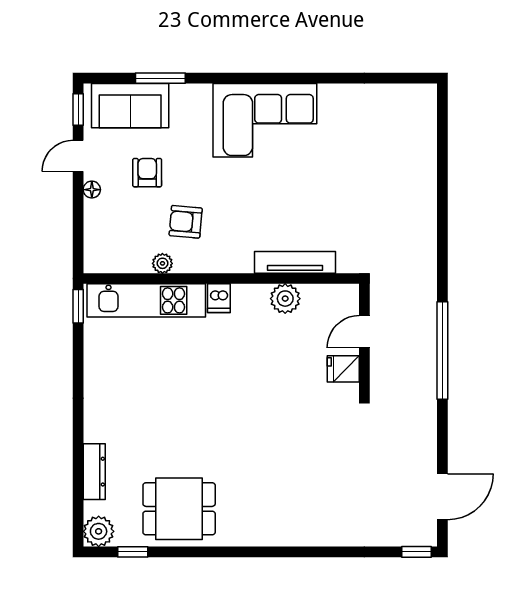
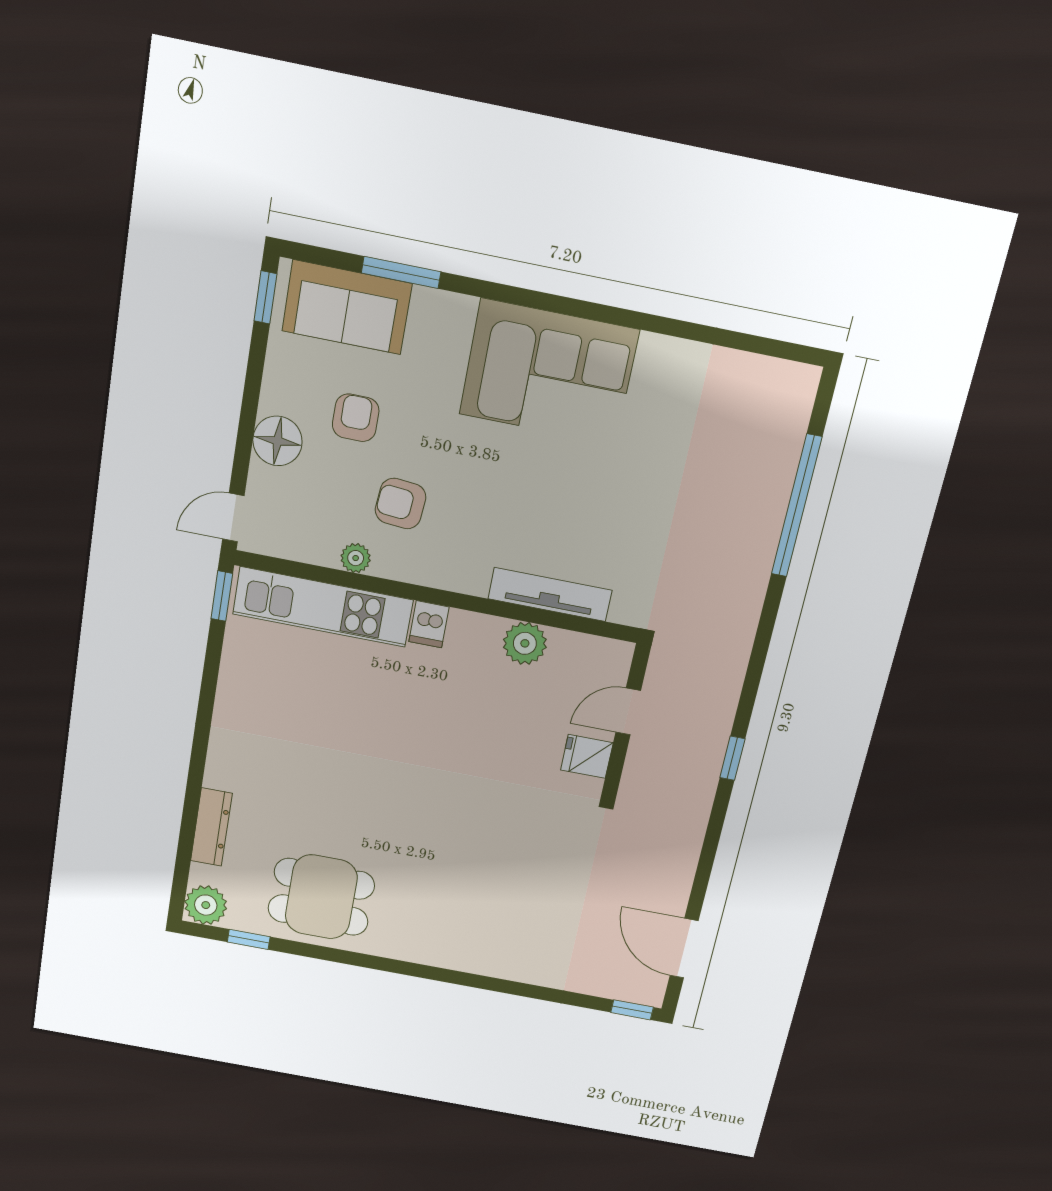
door: (78, 156) -> (233, 517), moved
window: (442, 173) -> (796, 506), added
floor lamp: (92, 190) -> (277, 441), width x1.89, depth x1.89
window: (442, 351) -> (732, 758), width x0.32
door: (442, 497) -> (684, 948), swing flipped

